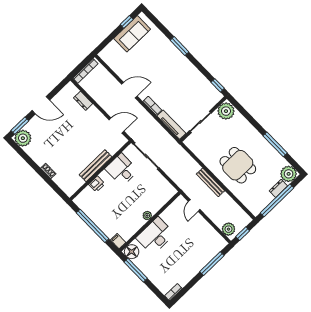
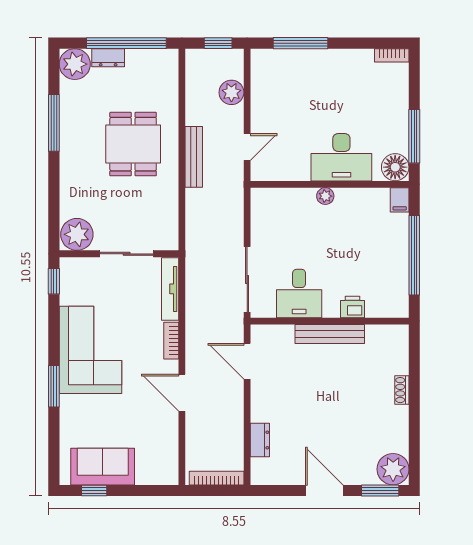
corner sofa: (179, 73) -> (90, 350), added
plant: (229, 229) -> (231, 92), moved

